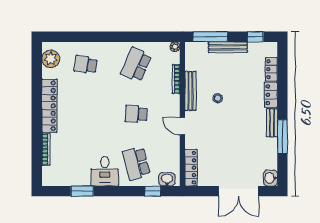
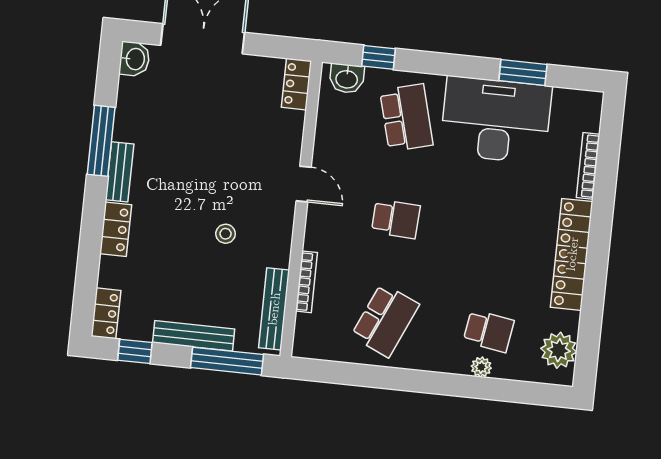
plant: (175, 47) -> (481, 367), moved
locker: (271, 69) -> (106, 313), moved
bench: (190, 91) -> (274, 309), moved
locker: (191, 168) -> (296, 84), width x0.66
desk: (105, 171) -> (496, 120), width x1.87, depth x1.30

